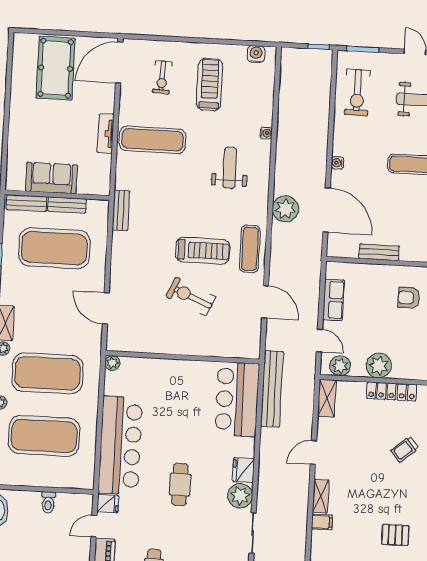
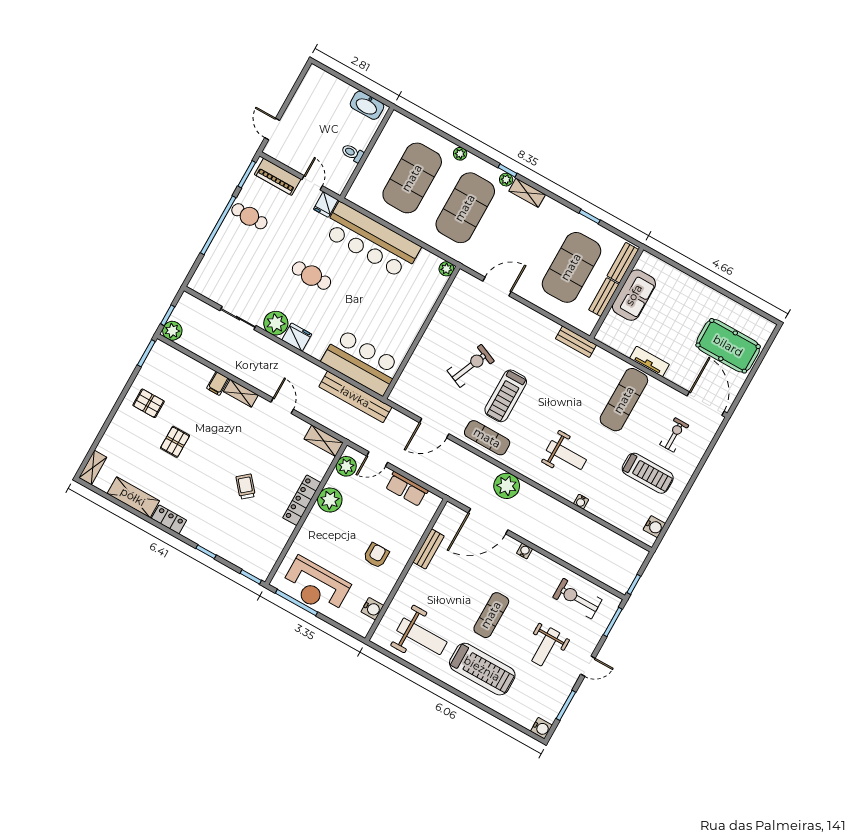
exercise bike: (162, 77) -> (674, 435), turned 88

